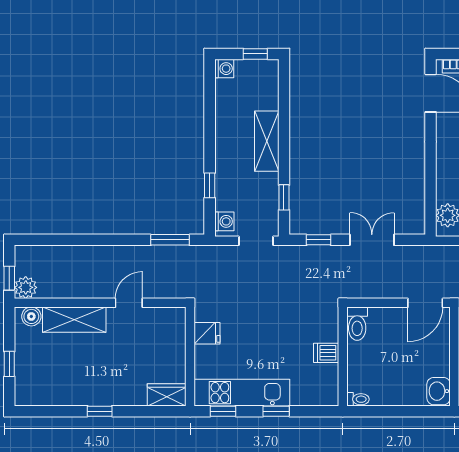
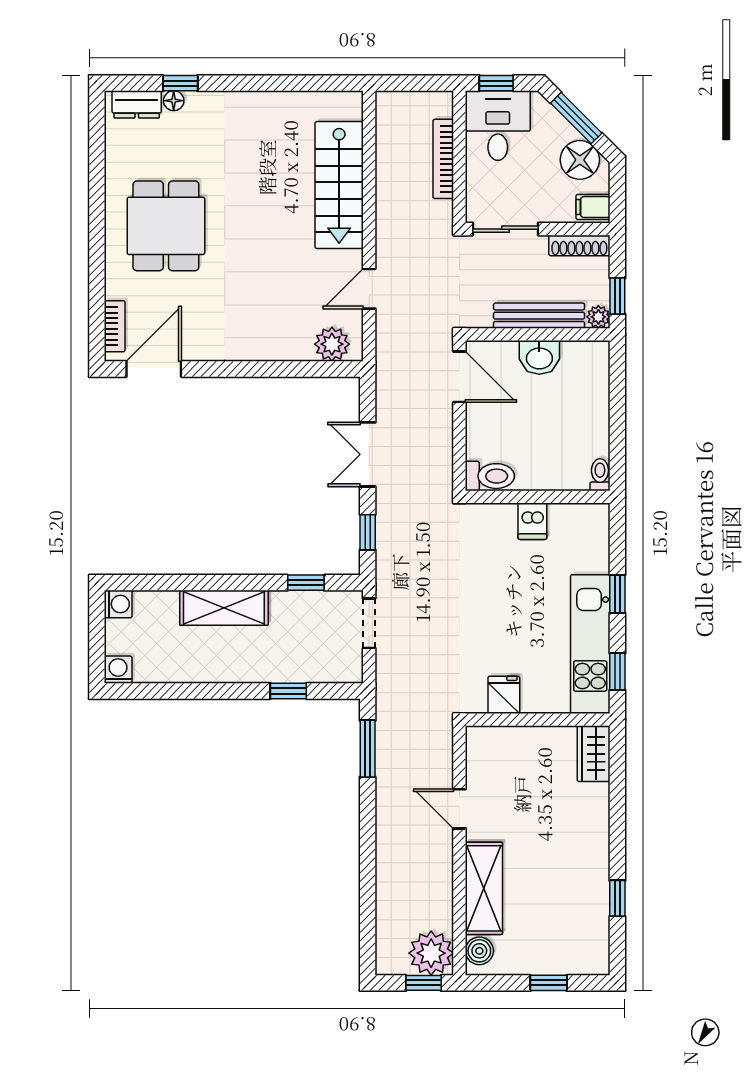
window: (255, 54) -> (97, 624), removed
washing machine: (224, 221) -> (118, 604), moved, turned 90
plant: (26, 287) -> (431, 953), width x1.36, depth x1.36
washbasin: (439, 391) -> (539, 357), moved
window: (100, 411) -> (617, 898), moved

